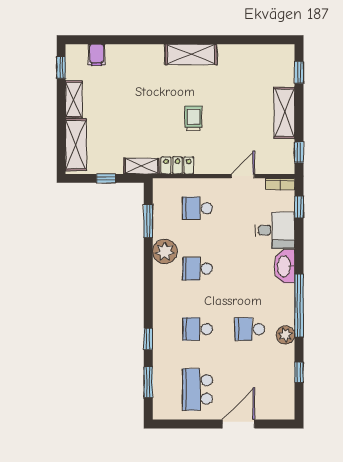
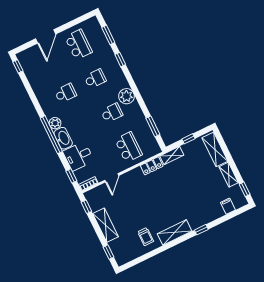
window: (151, 40) -> (201, 230), added
trolley: (193, 118) -> (146, 237), moved
school desk: (197, 208) -> (128, 147), width x1.85
plant: (165, 251) -> (126, 96), moved
window: (299, 306) -> (51, 135), moved
plant: (286, 335) -> (55, 123), moved
window: (299, 372) -> (18, 66), moved

